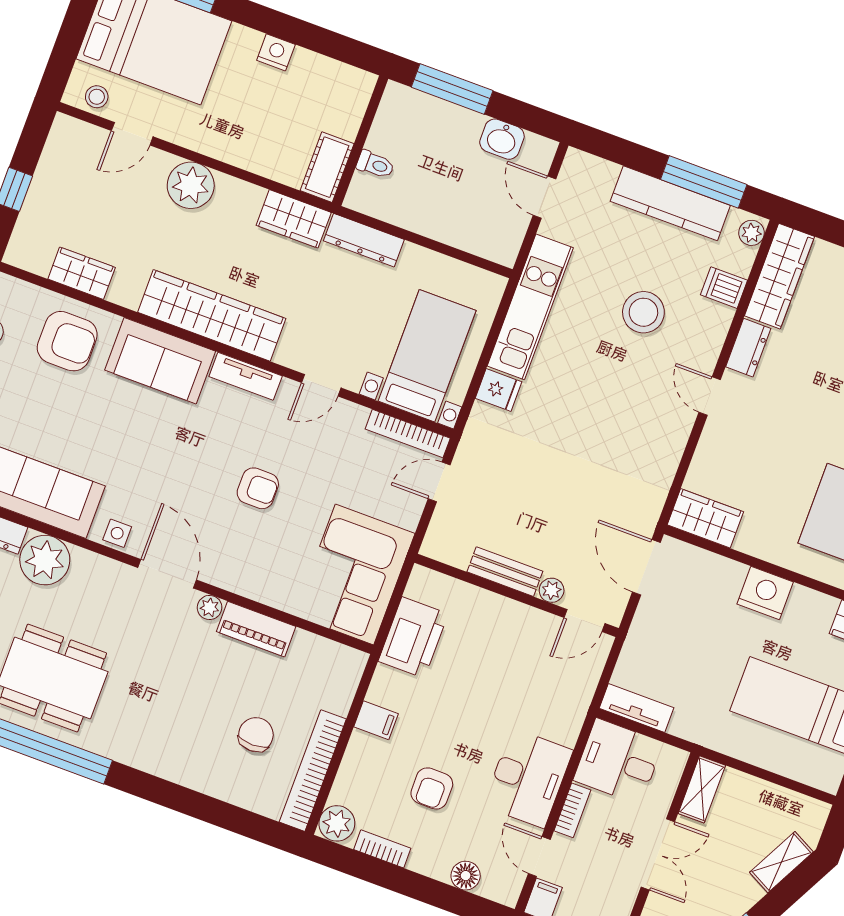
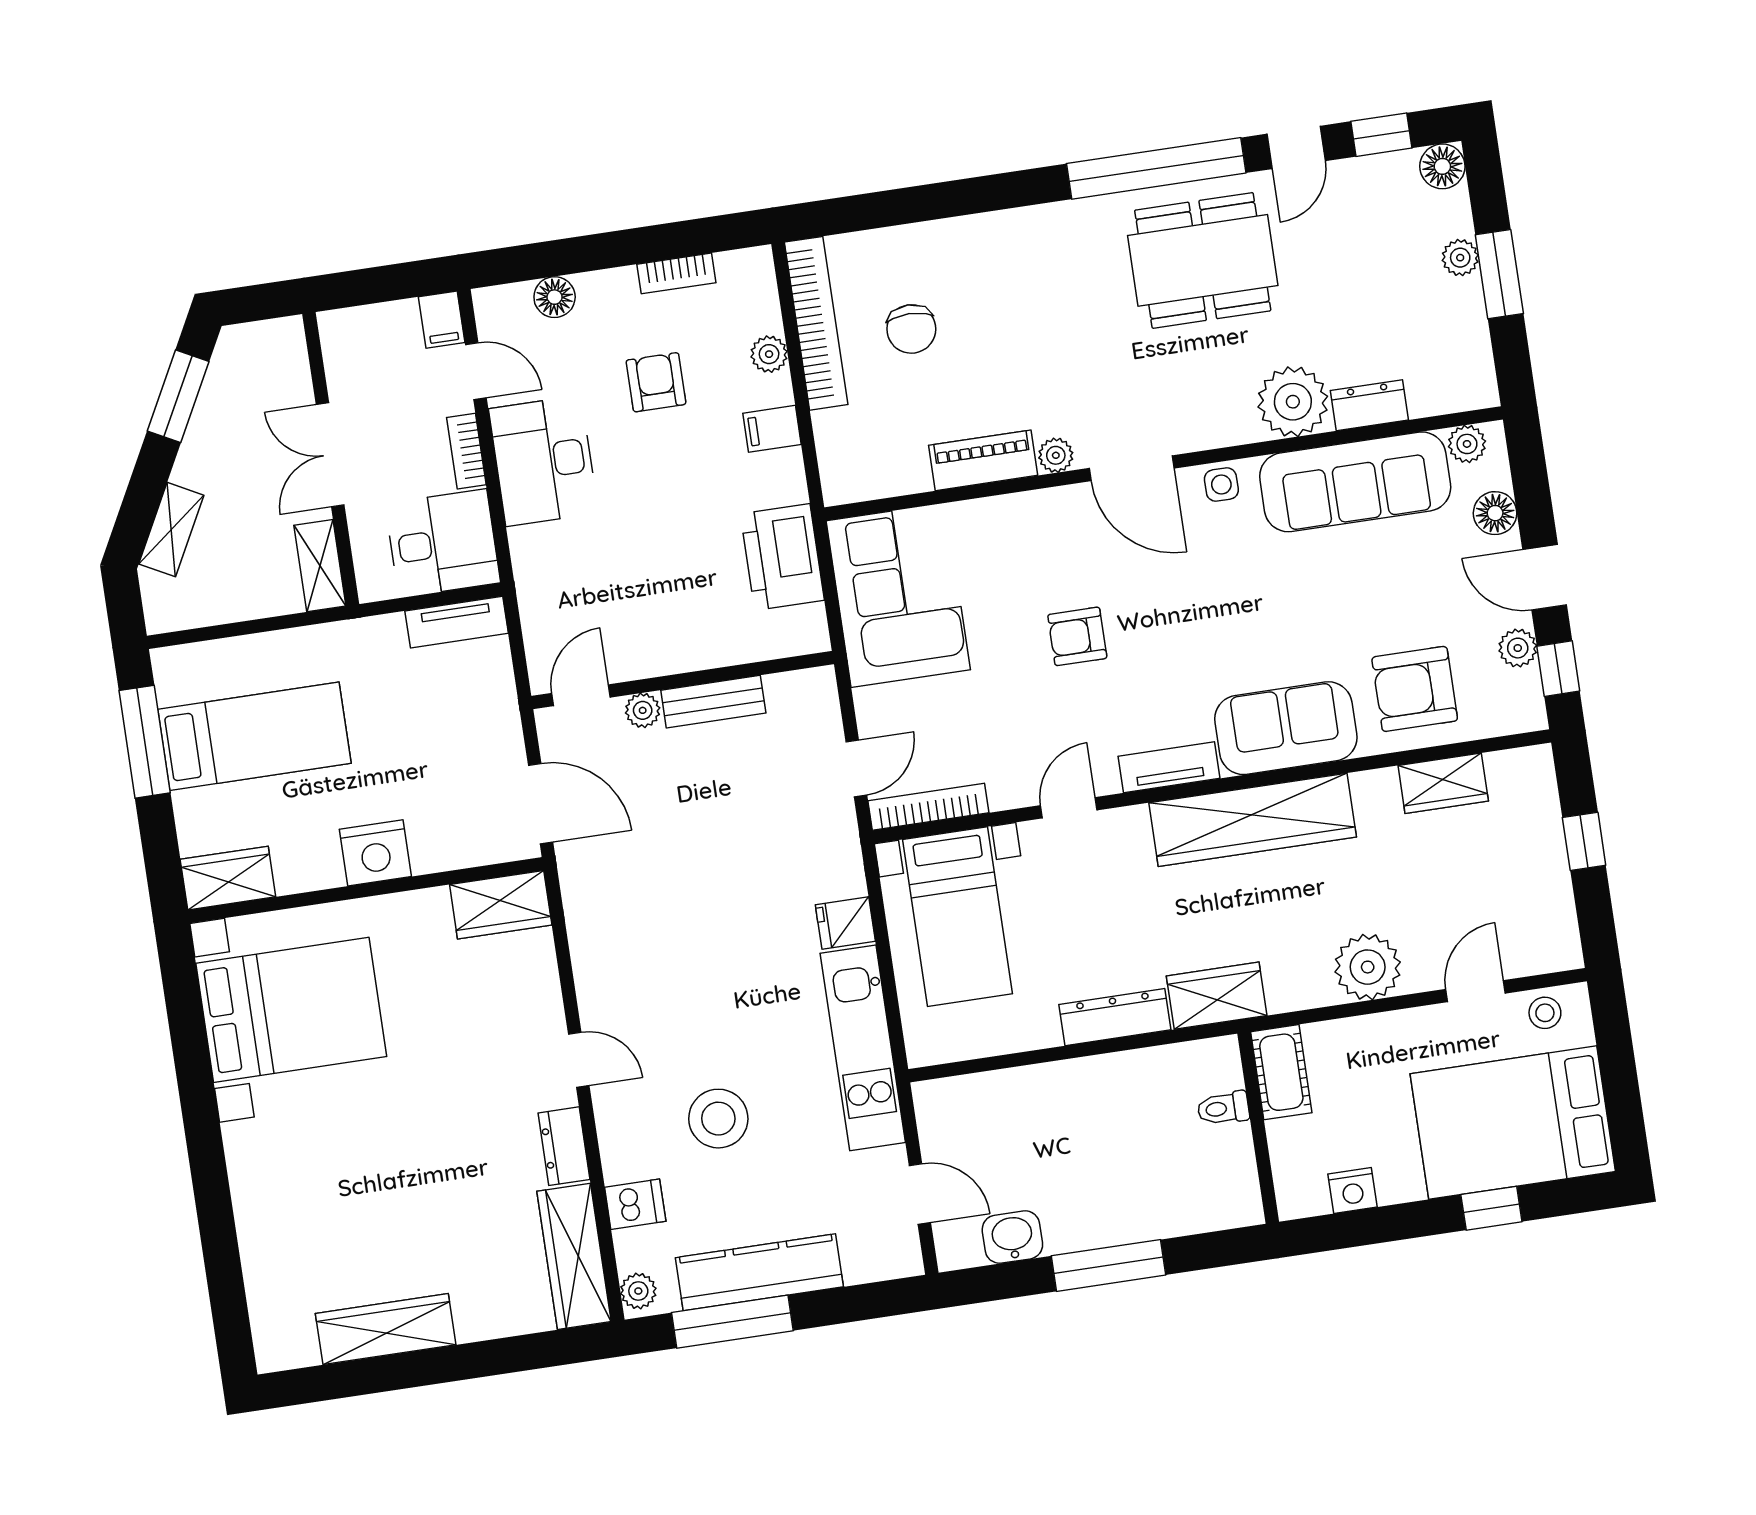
wall: (360, 141) -> (1258, 1128), moved
toilet: (375, 165) -> (1223, 1108), moved
cot: (327, 167) -> (1281, 1072), moved
plant: (337, 823) -> (769, 354), moved, width x0.73, depth x0.73

